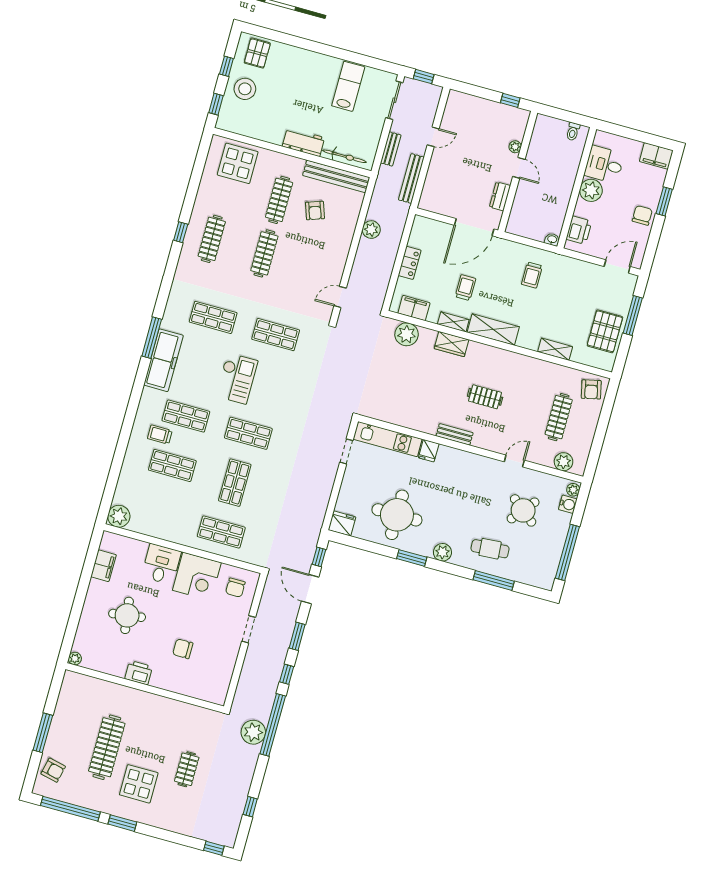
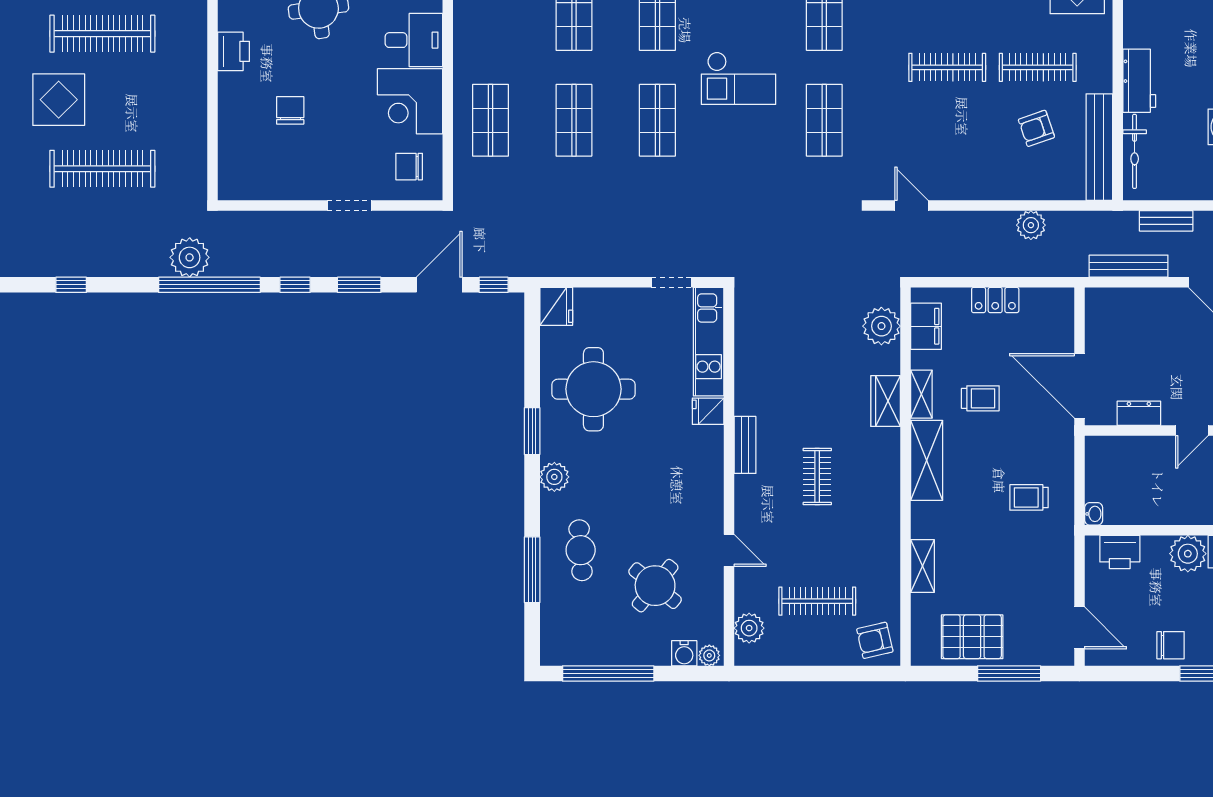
shop shelf: (235, 483) -> (574, 120), turned 90
clothes rail: (187, 769) -> (102, 169), width x1.86, depth x1.31

